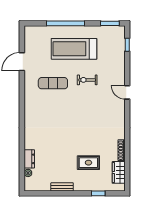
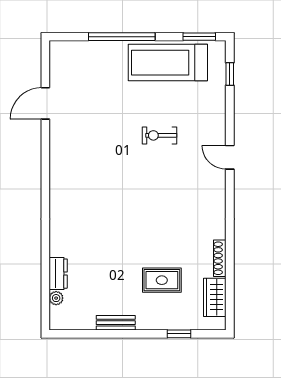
treadmill: (74, 49) -> (168, 63), moved
exercise mat: (53, 83) -> (100, 141), removed

